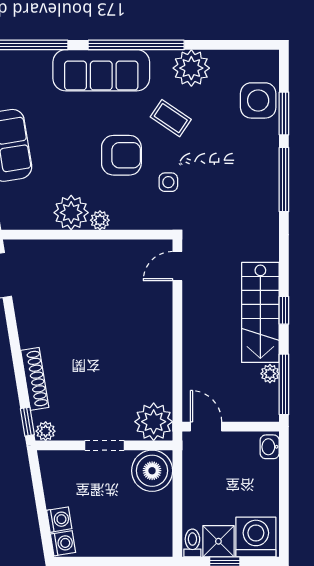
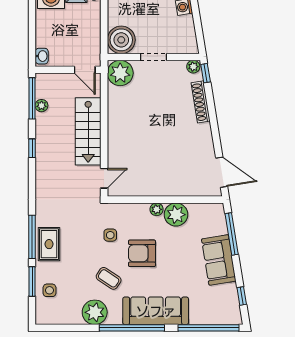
side table: (258, 100) -> (49, 290), width x0.54, depth x0.54
rug: (259, 169) -> (49, 244), added
stairs: (260, 312) -> (88, 131), moved, turned 180

